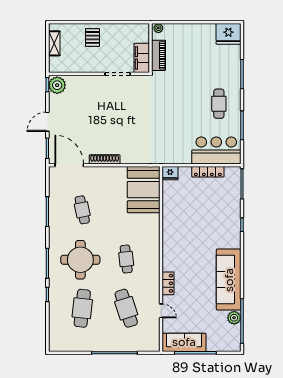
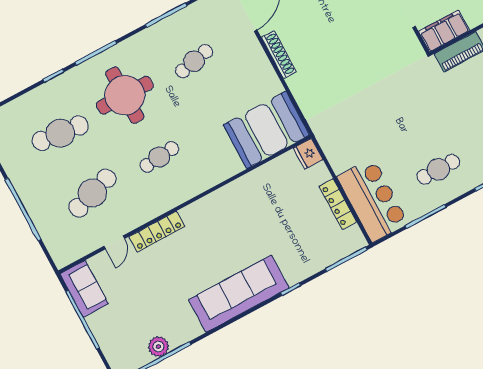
sofa: (229, 280) -> (239, 294), moved
locker: (168, 283) -> (157, 232), width x1.53
sofa: (184, 342) -> (84, 289), width x0.73

